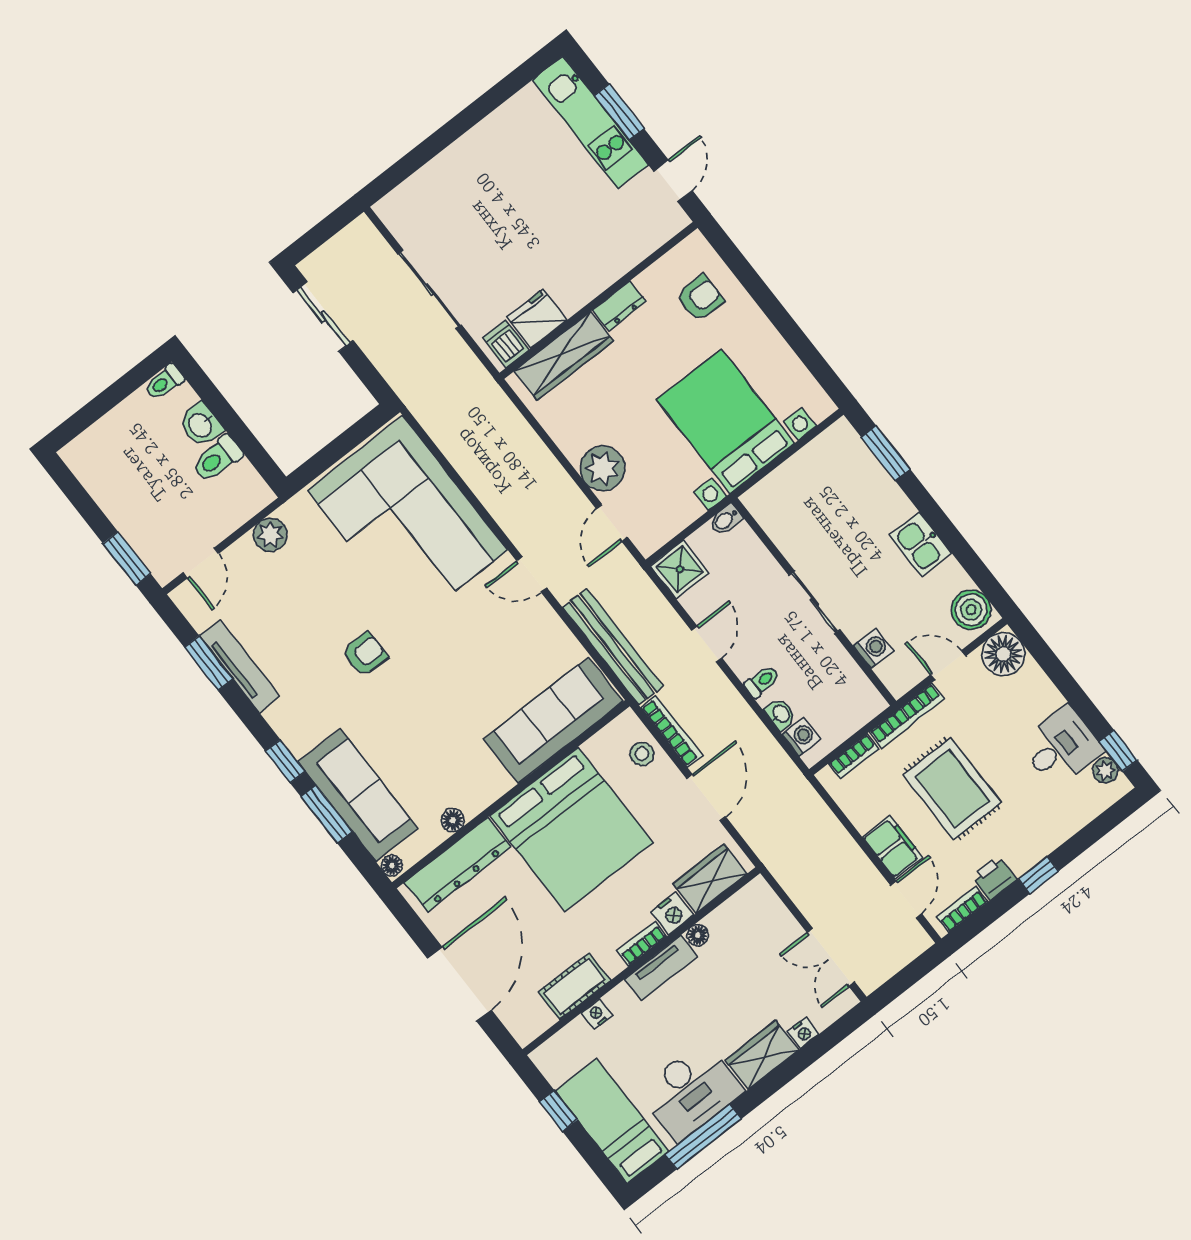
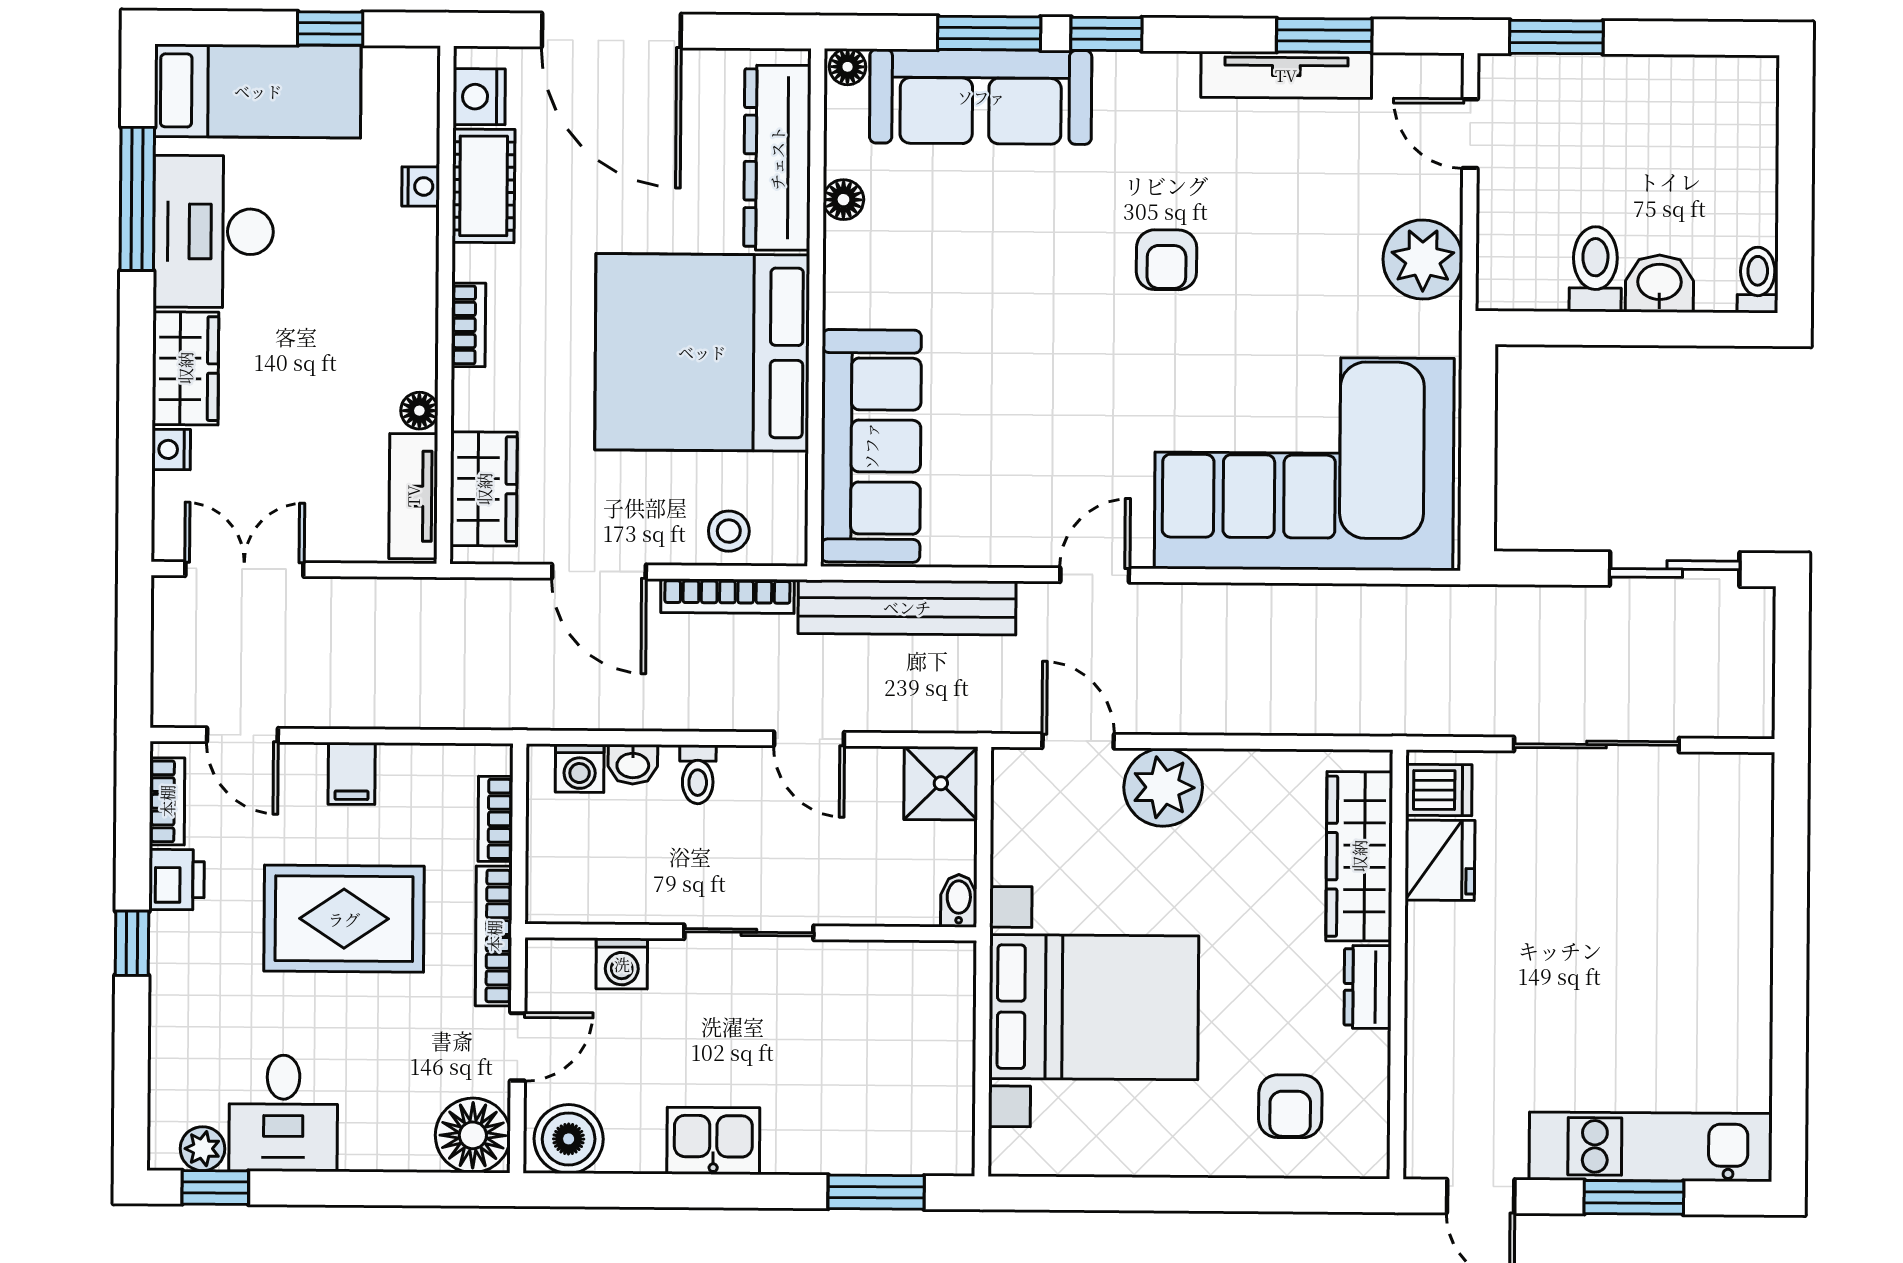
plant: (270, 535) -> (1423, 259), width x1.36, depth x1.36
filing cabinet: (893, 847) -> (352, 773), width x0.50
nightstand: (672, 913) -> (479, 97), moved
tv unit: (661, 968) -> (413, 496), moved

